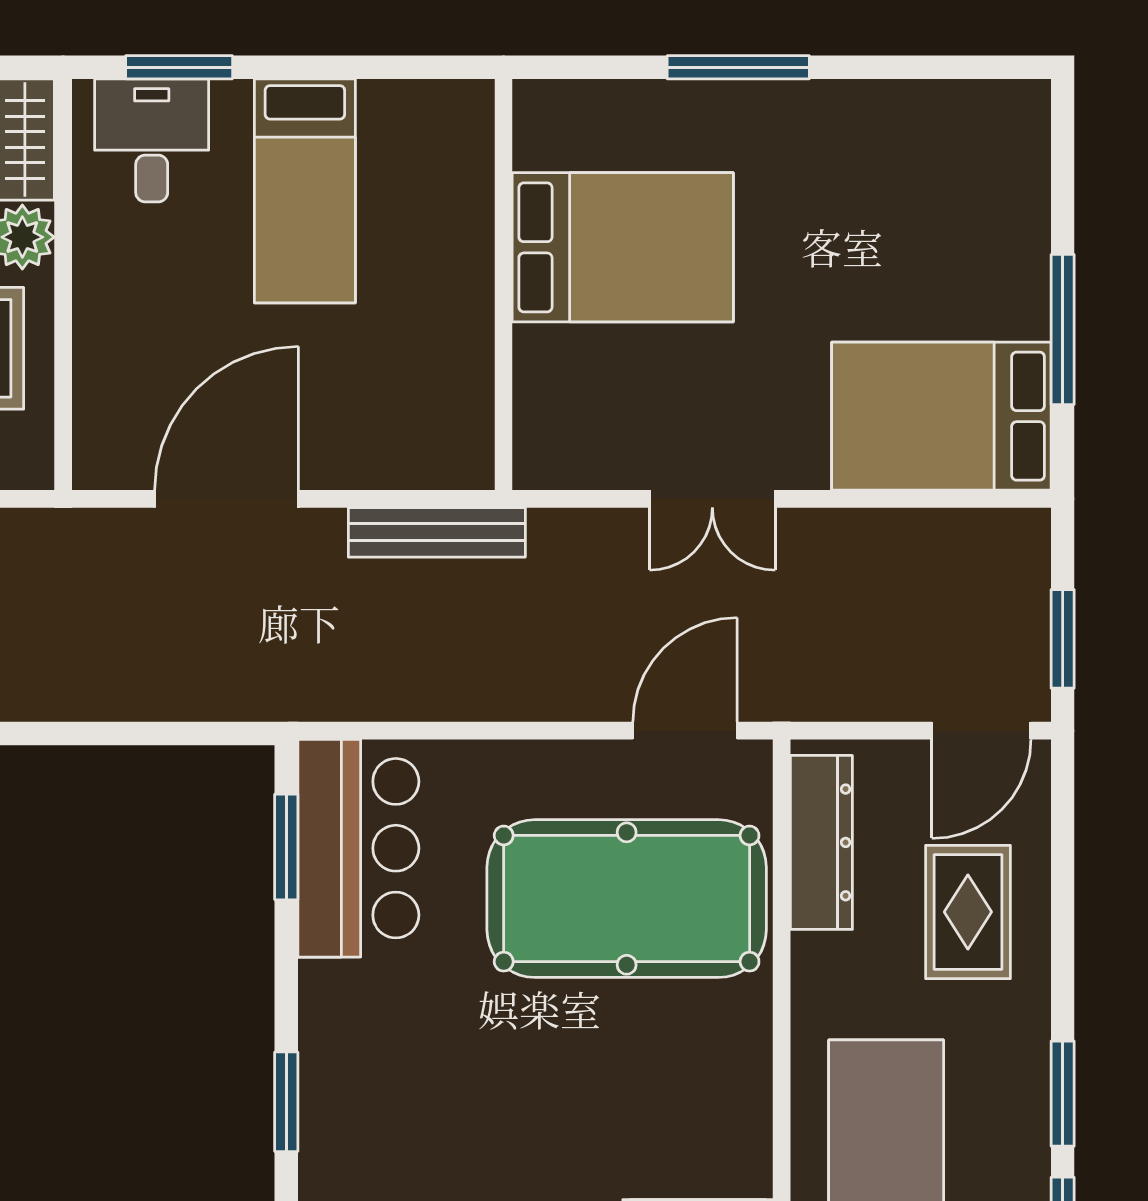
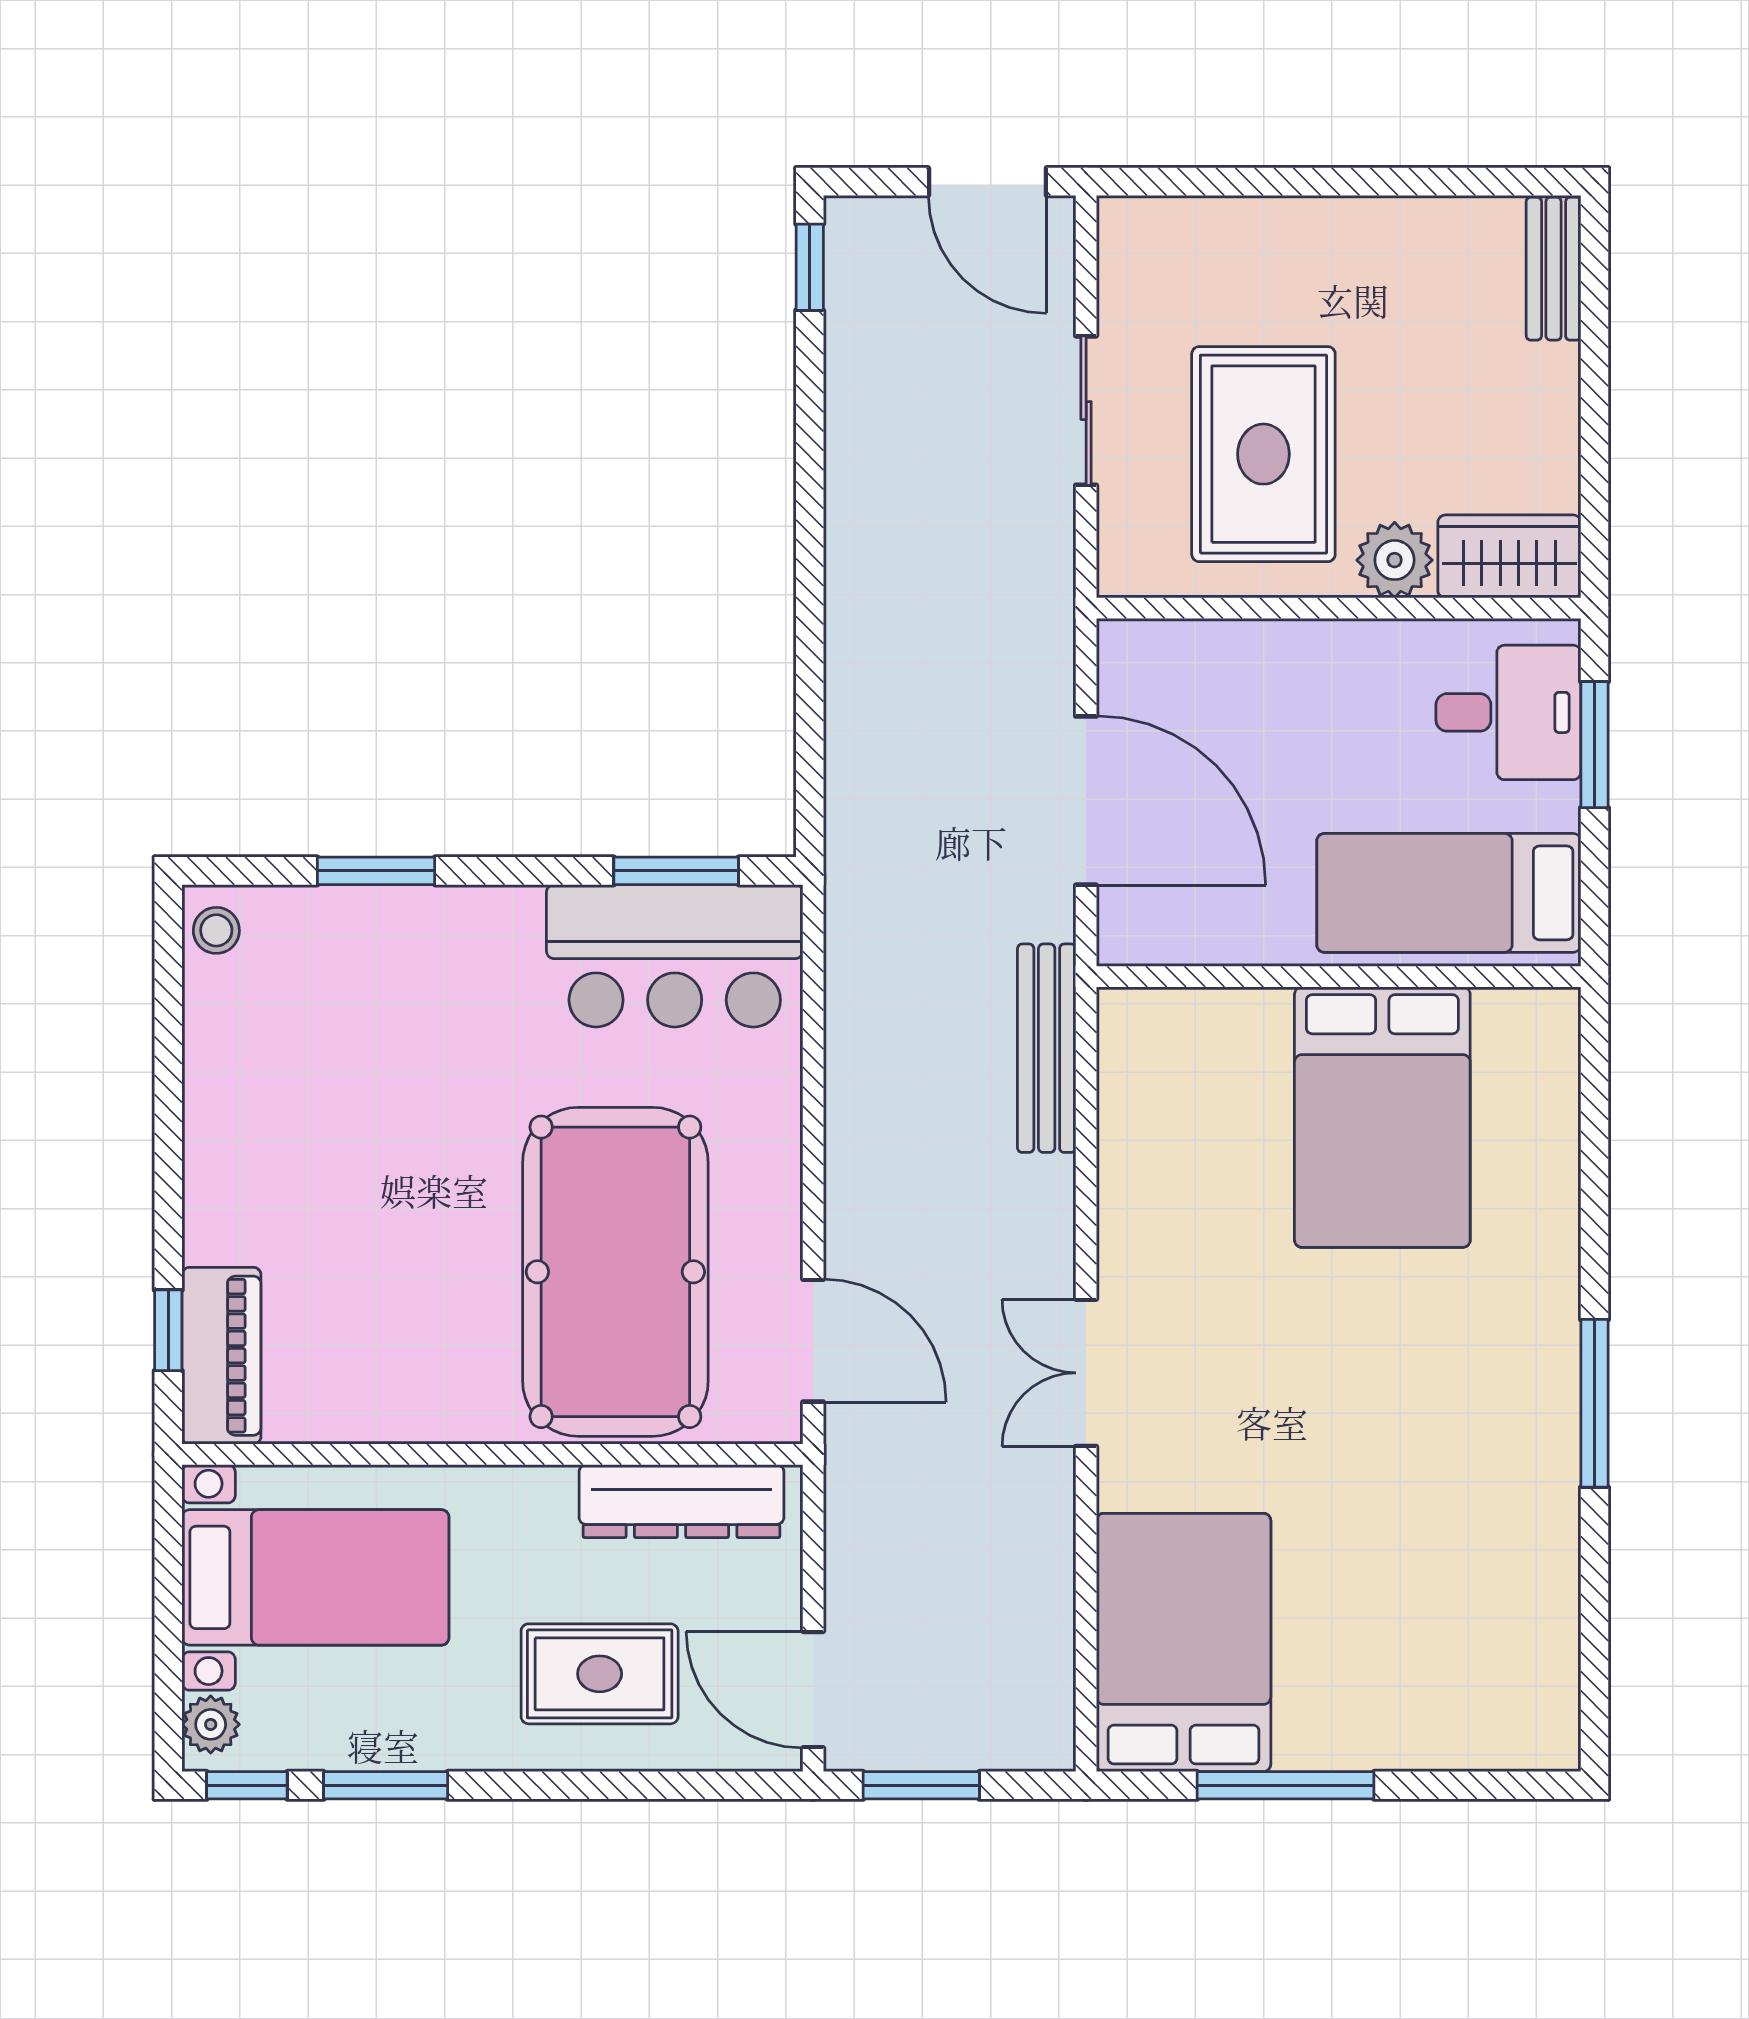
bed: (623, 247) -> (1382, 1117), moved
wall: (504, 285) -> (1339, 977), moved

